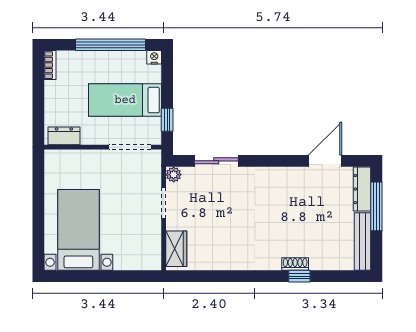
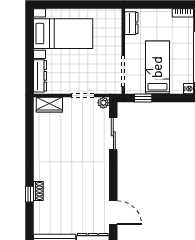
dresser: (137, 262) -> (40, 76), added

